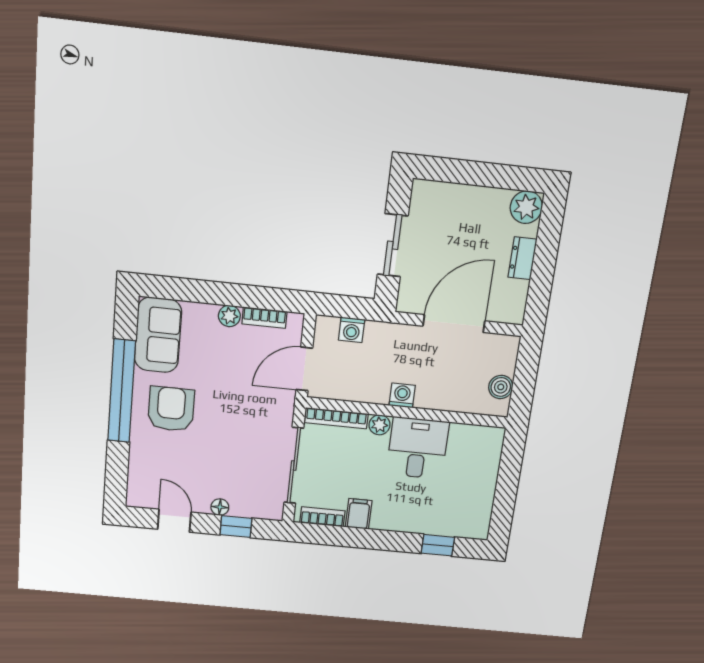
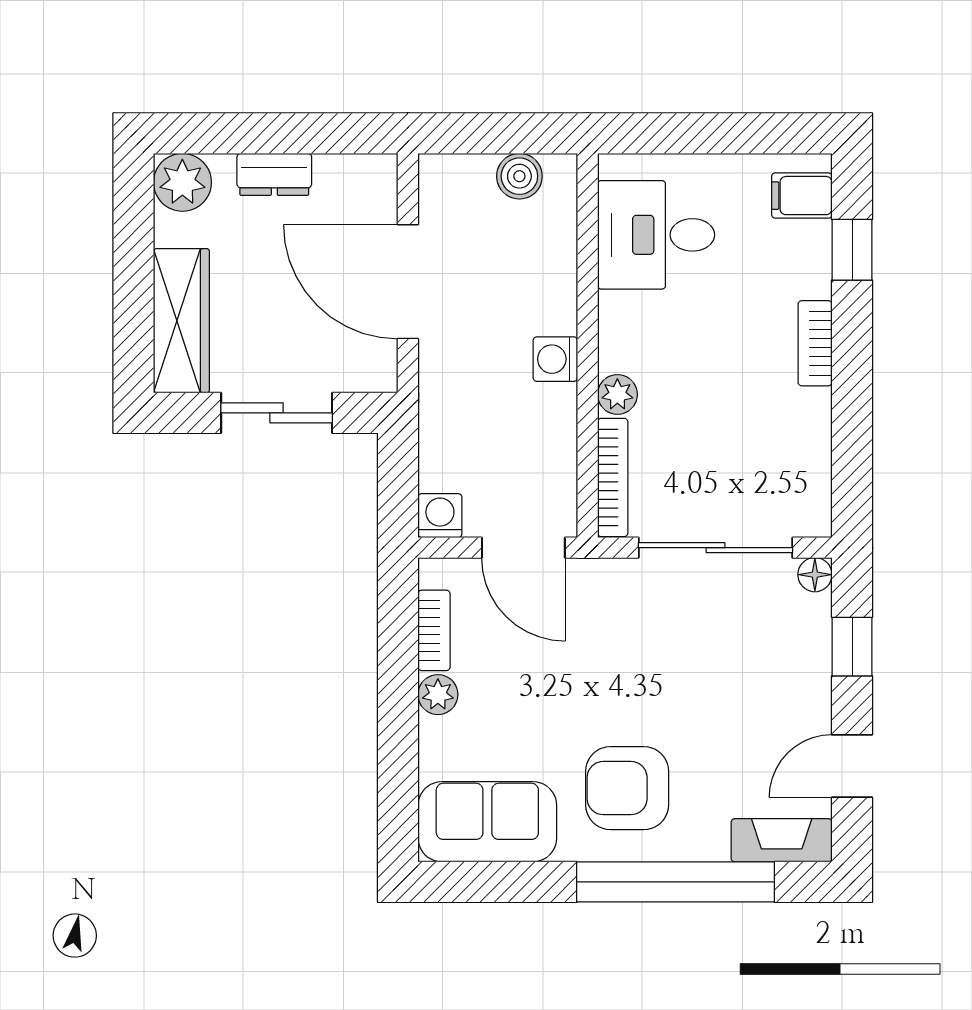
wardrobe: (450, 198) -> (181, 321), added
washing machine: (352, 330) -> (440, 516), moved, turned -90
window: (122, 391) -> (675, 882), moved
desk: (418, 448) -> (656, 235), moved
fireplace: (138, 483) -> (782, 840), added
floor lamp: (220, 507) -> (815, 575), moved
filing cabinet: (359, 514) -> (802, 196), moved
bookcase: (322, 517) -> (815, 343), moved

